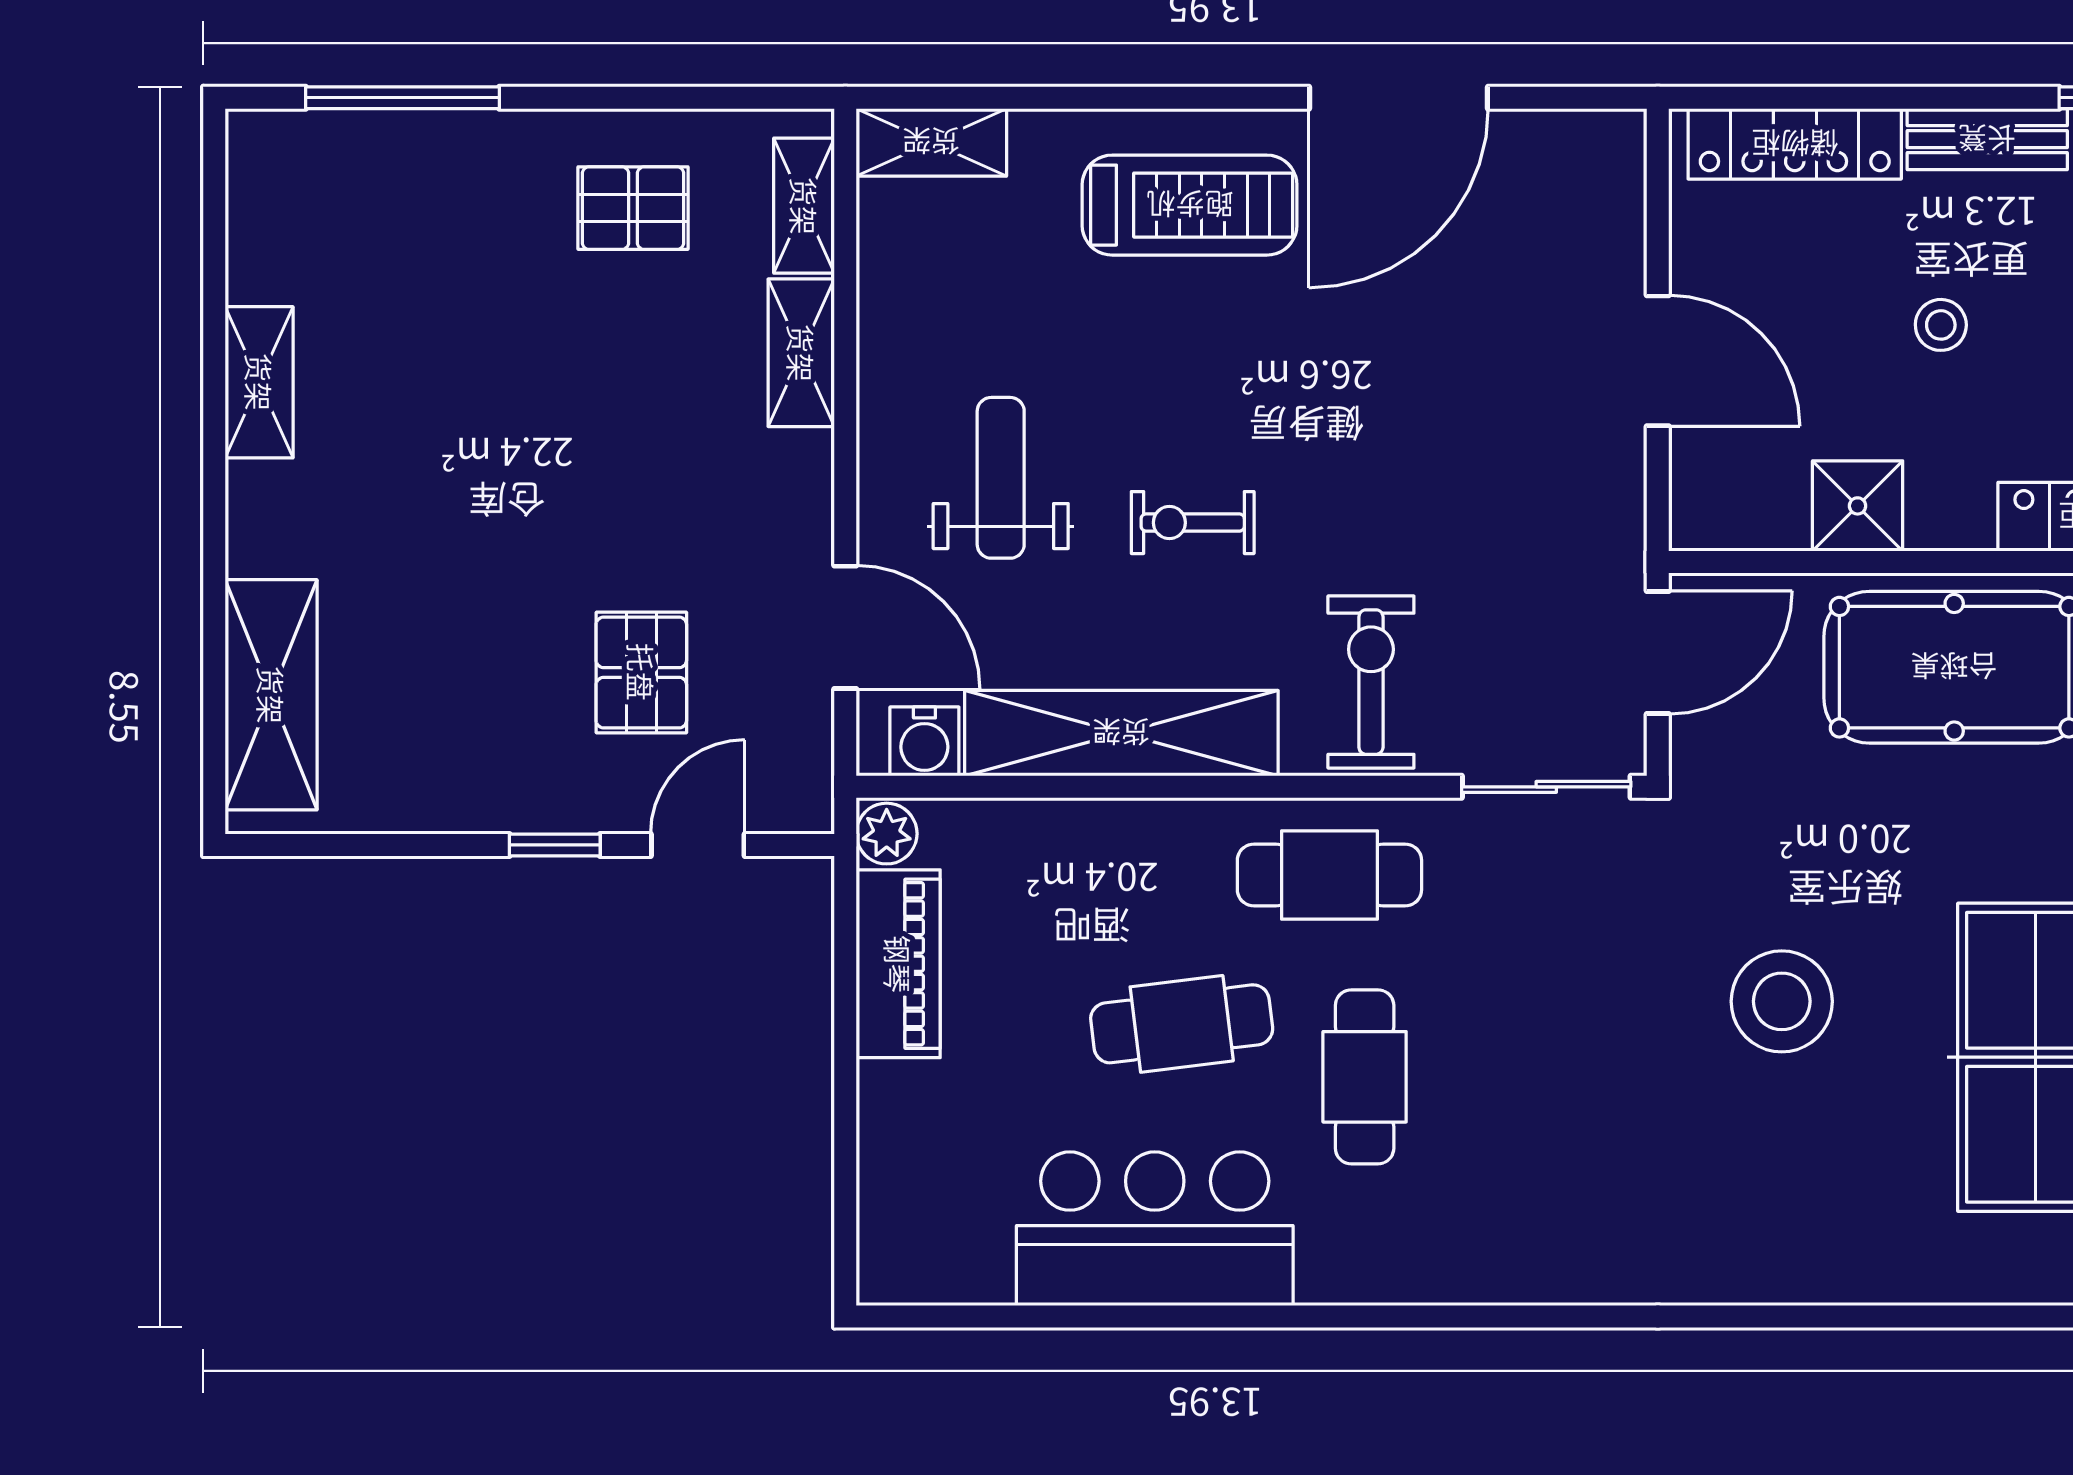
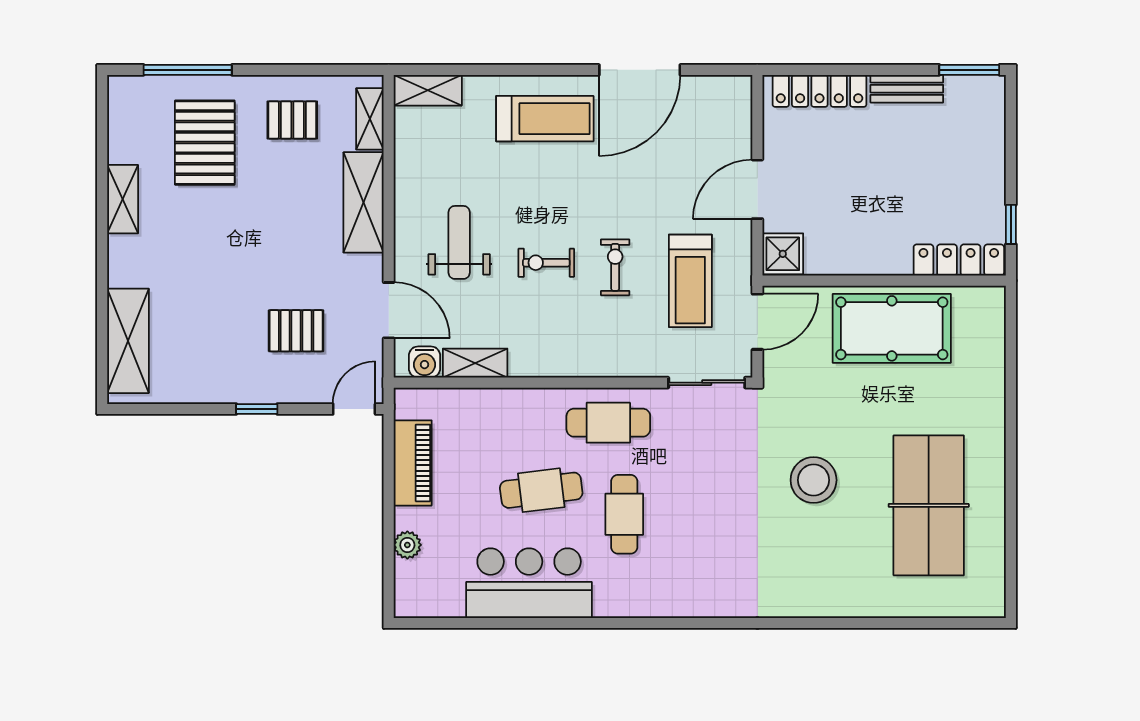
pallet: (440, 258) -> (205, 143), added
stool: (1941, 325) -> (886, 173), removed
shelving: (801, 353) -> (364, 202), width x1.50, depth x1.33
door: (1658, 361) -> (757, 189), swing flipped
shower: (1858, 506) -> (783, 254), moved
treadmill: (1510, 563) -> (690, 281), added
pallet: (641, 672) -> (296, 331), turned 90
exercise bike: (1371, 682) -> (615, 267), moved, width x0.73, depth x0.72
shelving: (1121, 733) -> (475, 363), width x0.45, depth x0.75
plant: (887, 834) -> (407, 545), moved
door: (698, 845) -> (354, 409), moved

